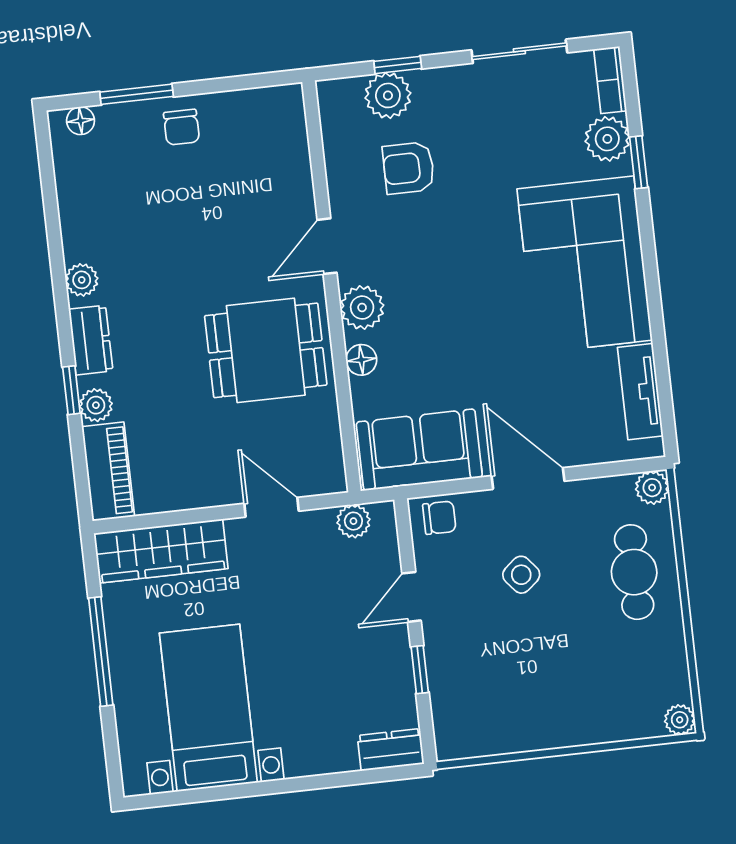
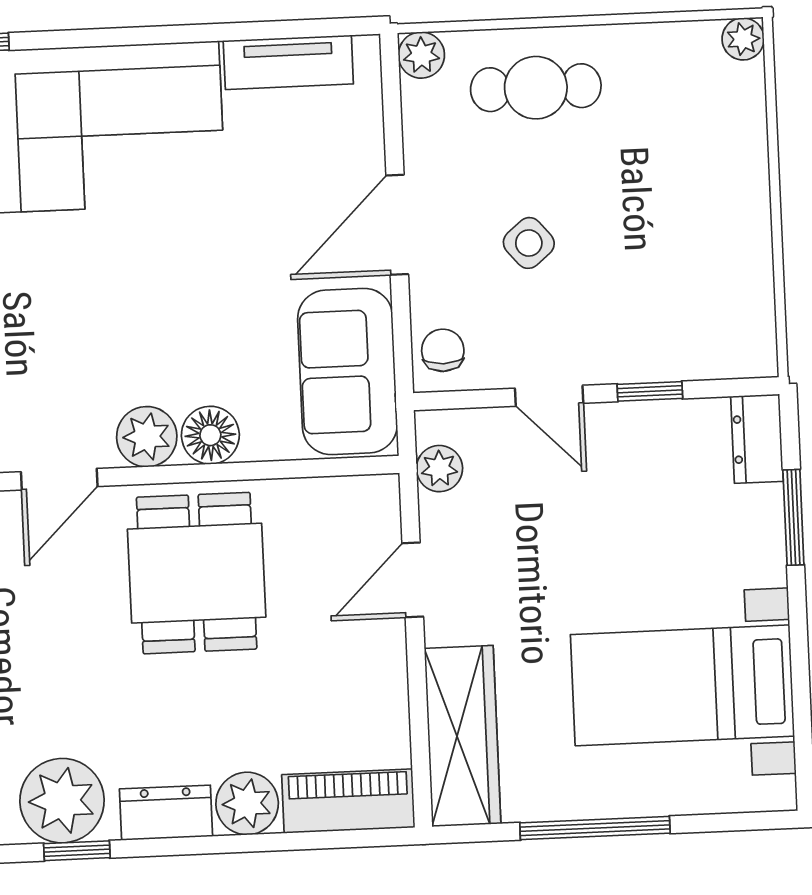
door: (327, 246) -> (59, 479), hinge flipped
plant: (82, 280) -> (62, 801), width x1.88, depth x1.88
floor lamp: (361, 360) -> (210, 435), width x1.37, depth x1.37
window: (71, 390) -> (77, 851), moved
plant: (96, 405) -> (247, 803), width x1.38, depth x1.38
window: (336, 780) -> (793, 517), added

